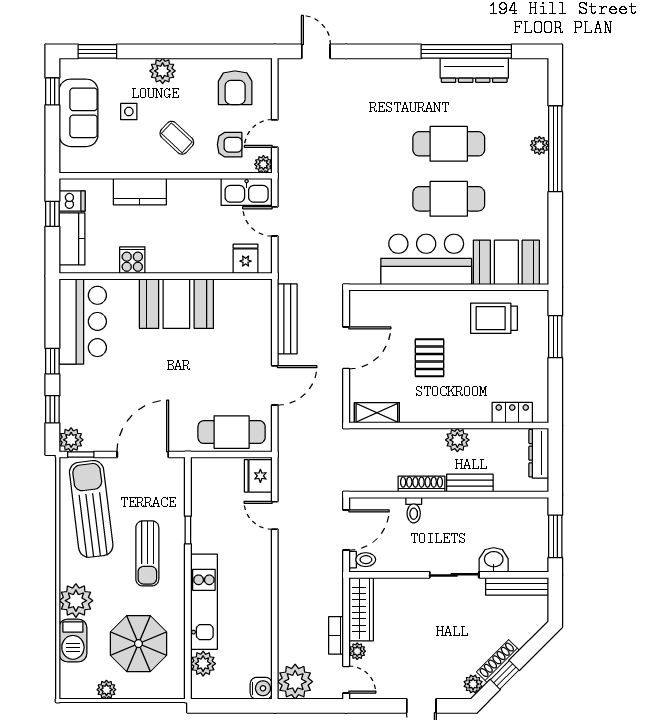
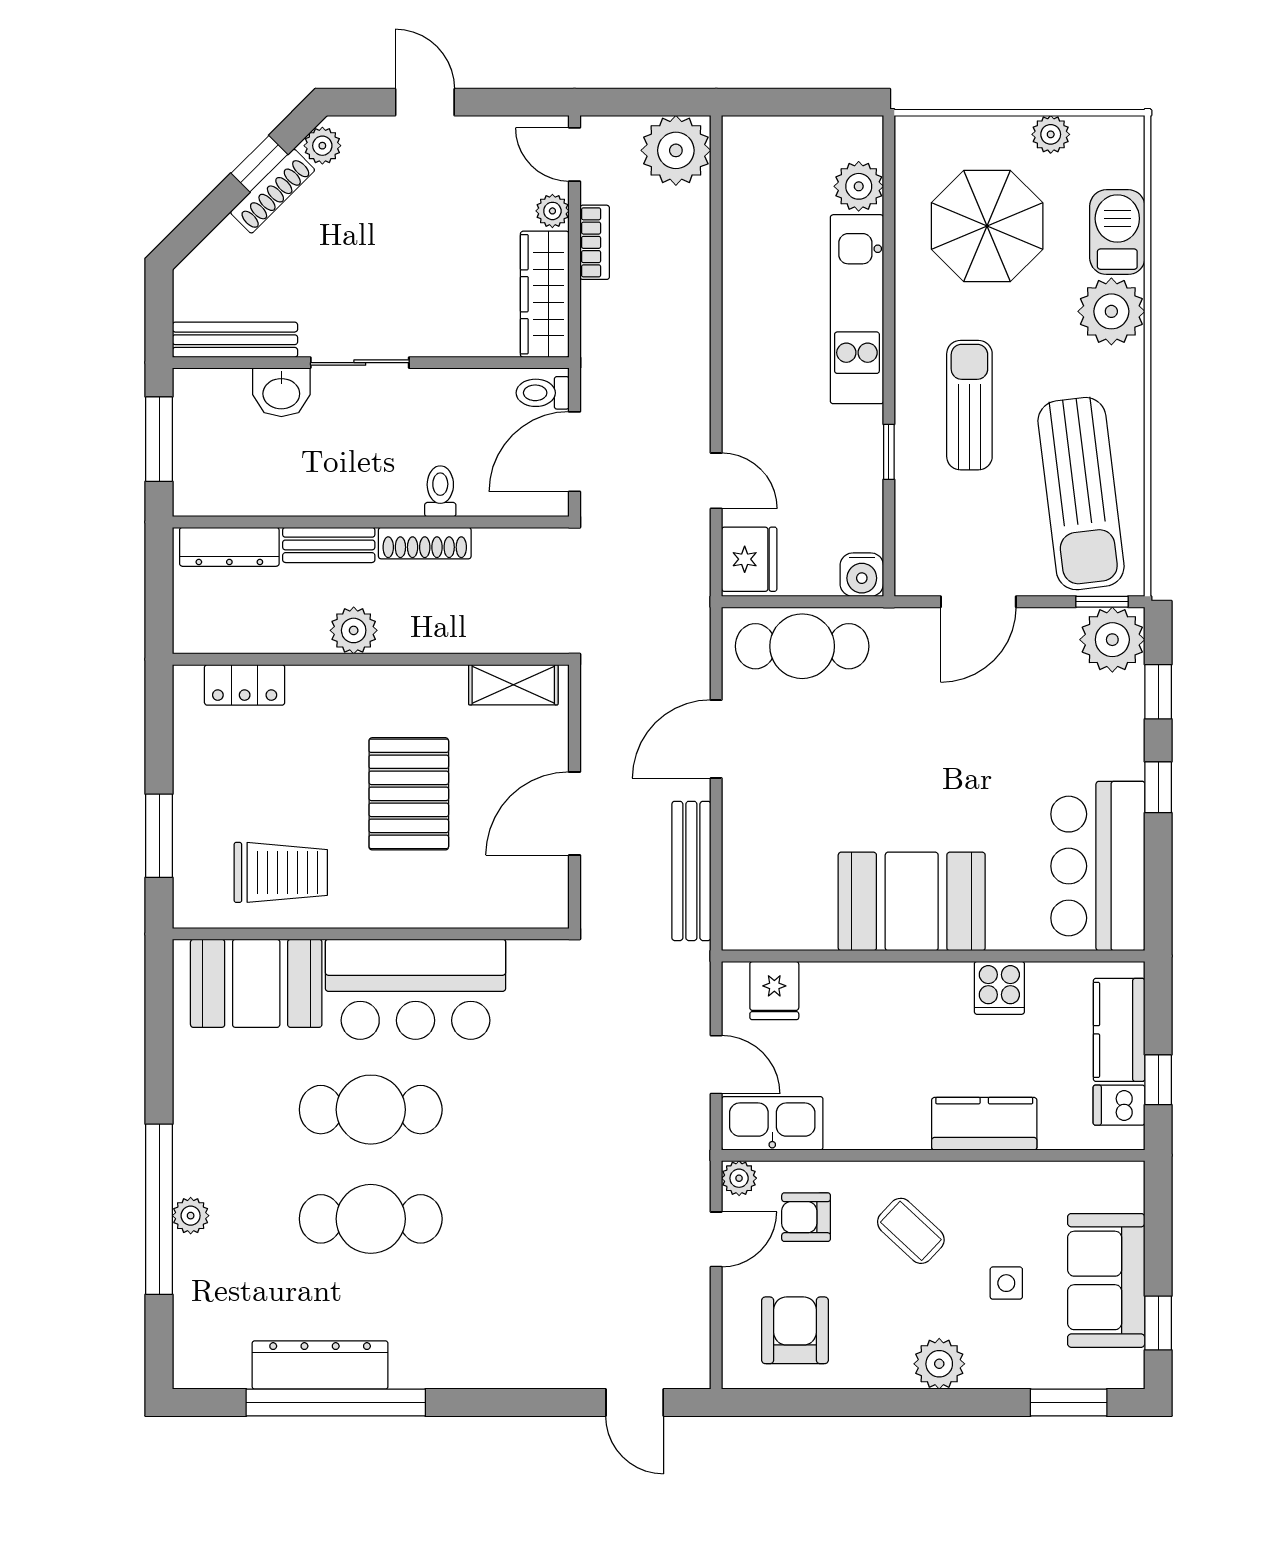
pallet: (430, 358) -> (409, 794), width x1.50, depth x1.42
plant: (71, 440) -> (1112, 640), width x1.36, depth x1.36
dresser: (539, 453) -> (229, 547), moved, turned 90
door: (143, 454) -> (978, 602), width x0.73
water cooler: (261, 688) -> (862, 575), moved, turned -90

